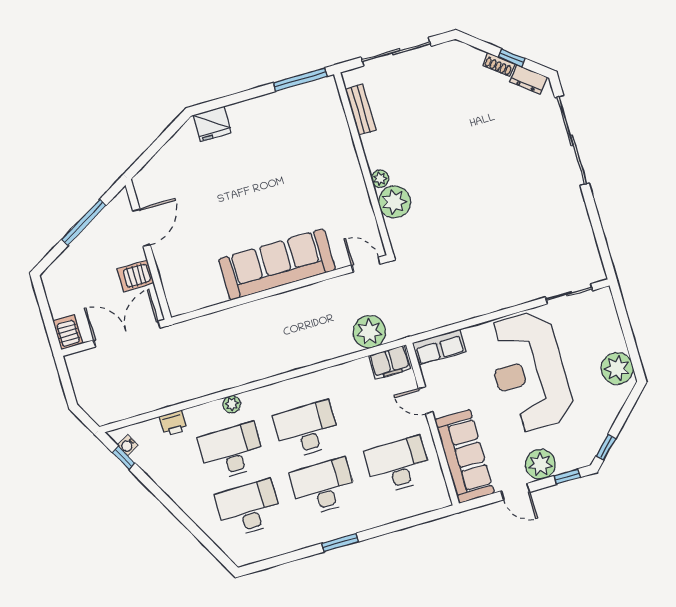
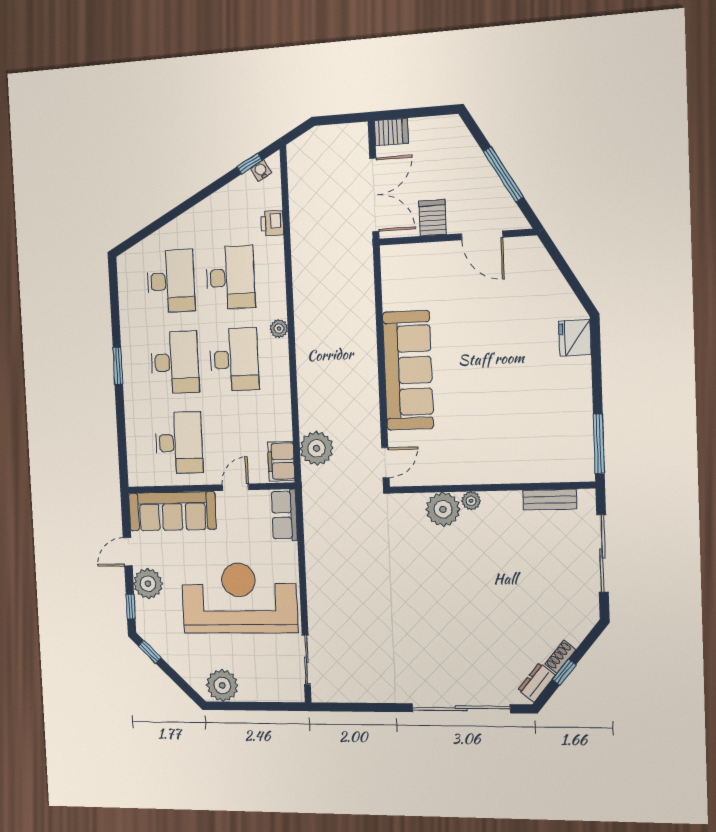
plant: (232, 404) -> (279, 329), moved

